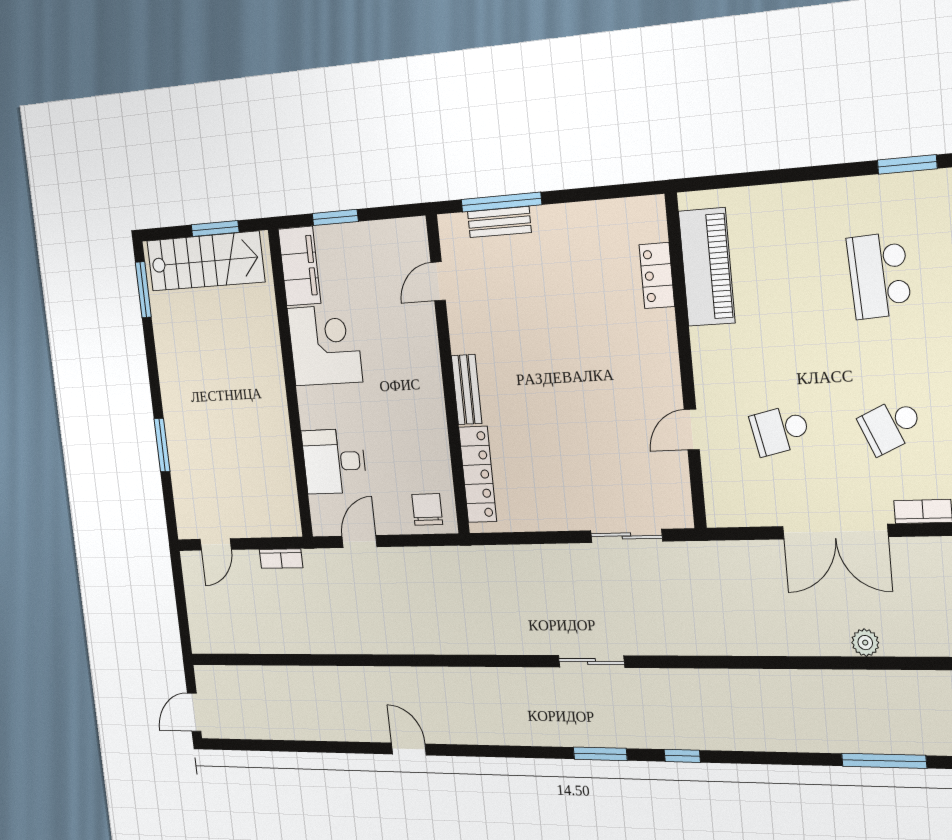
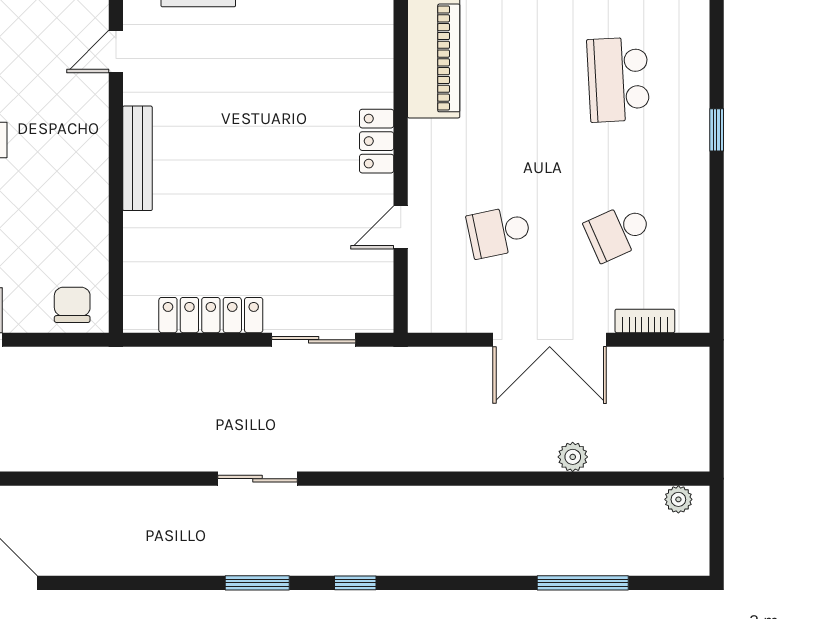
locker: (657, 276) -> (377, 141), moved
bench: (467, 390) -> (137, 158), width x1.36
locker: (478, 474) -> (211, 315), moved, turned -90

